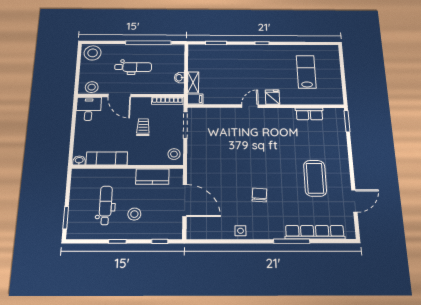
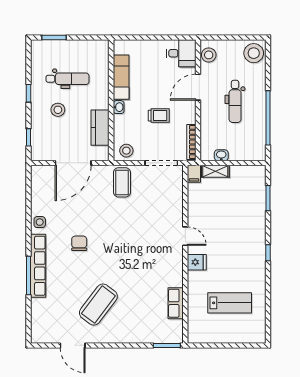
coffee table: (203, 158) -> (122, 182), added
washbasin: (79, 160) -> (119, 107), moved
coffee table: (315, 178) -> (98, 305), turned -53
chair: (259, 195) -> (79, 243), turned -94
row of seats: (315, 232) -> (38, 266), moved

